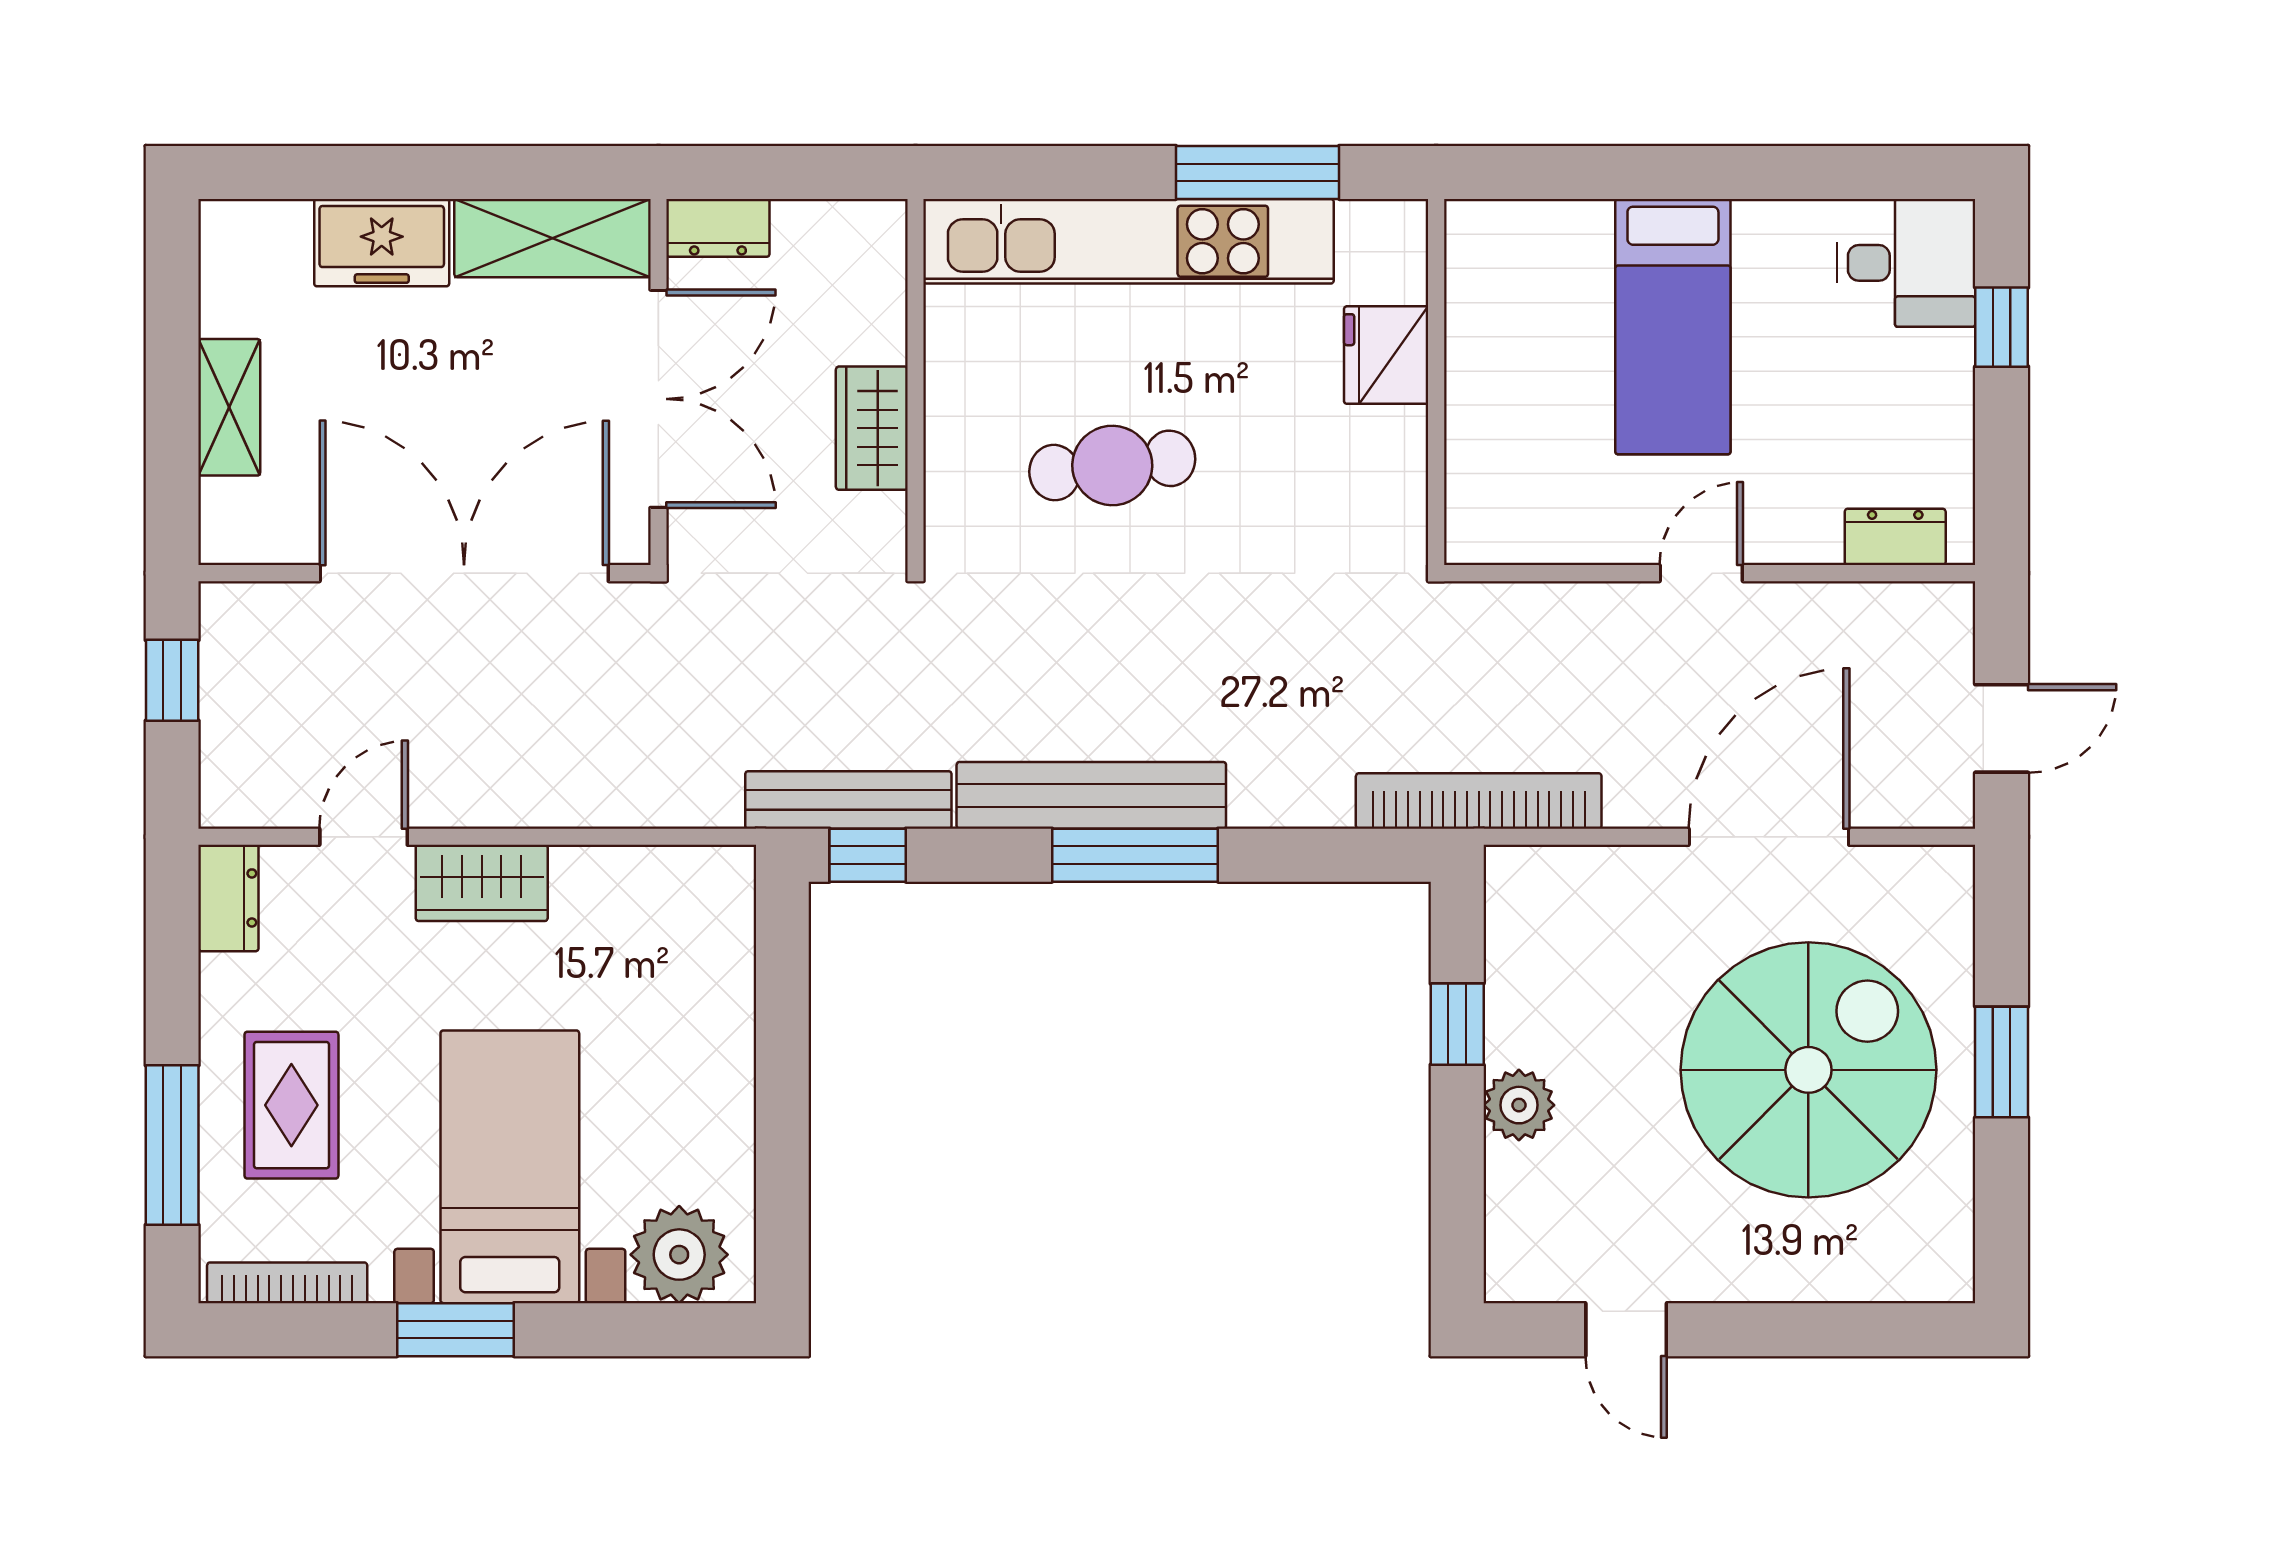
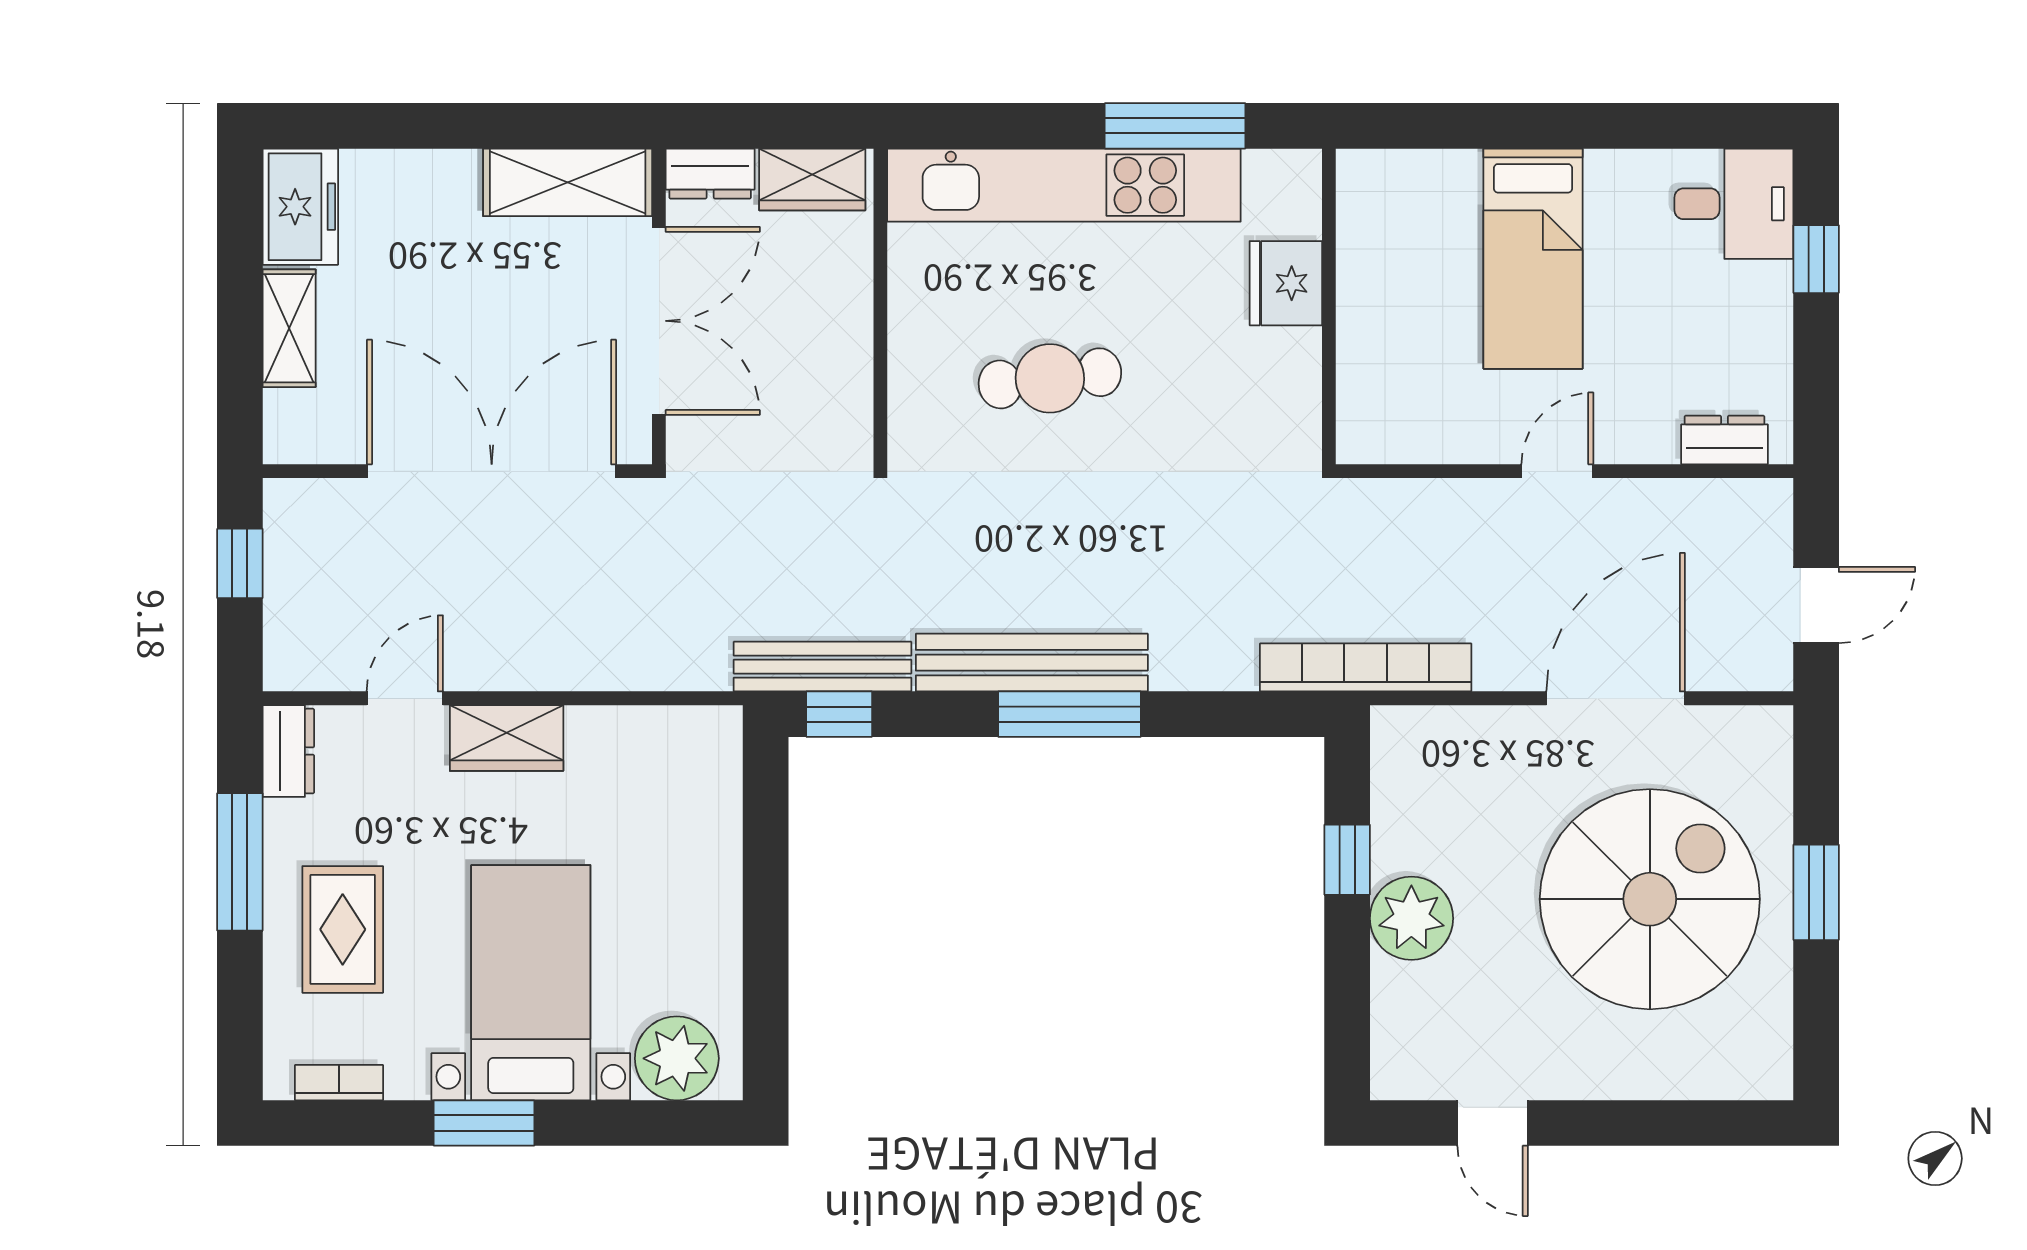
freezer: (382, 243) -> (300, 207), moved, turned -90
wardrobe: (872, 428) -> (812, 179), moved, turned -90
plant: (1519, 1105) -> (1411, 918), width x1.36, depth x1.36
window: (172, 1145) -> (240, 862), moved
bookcase: (287, 1283) -> (339, 1083), width x0.64

